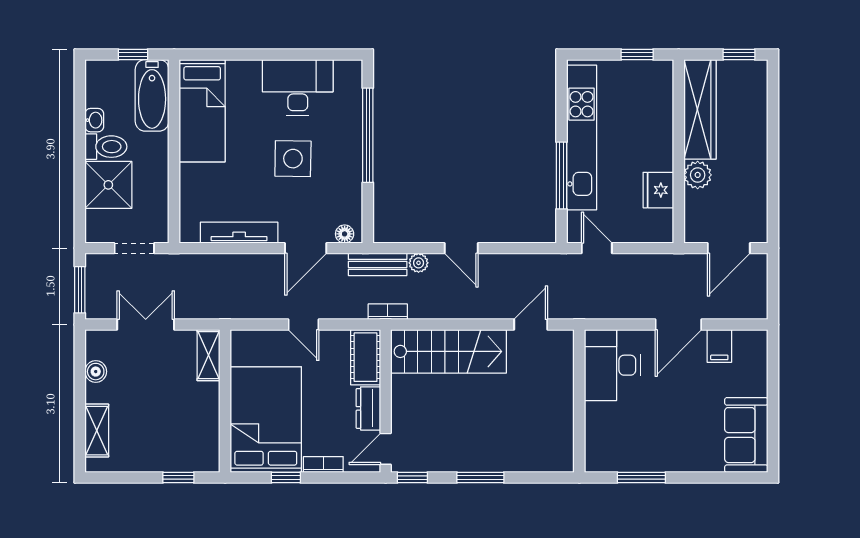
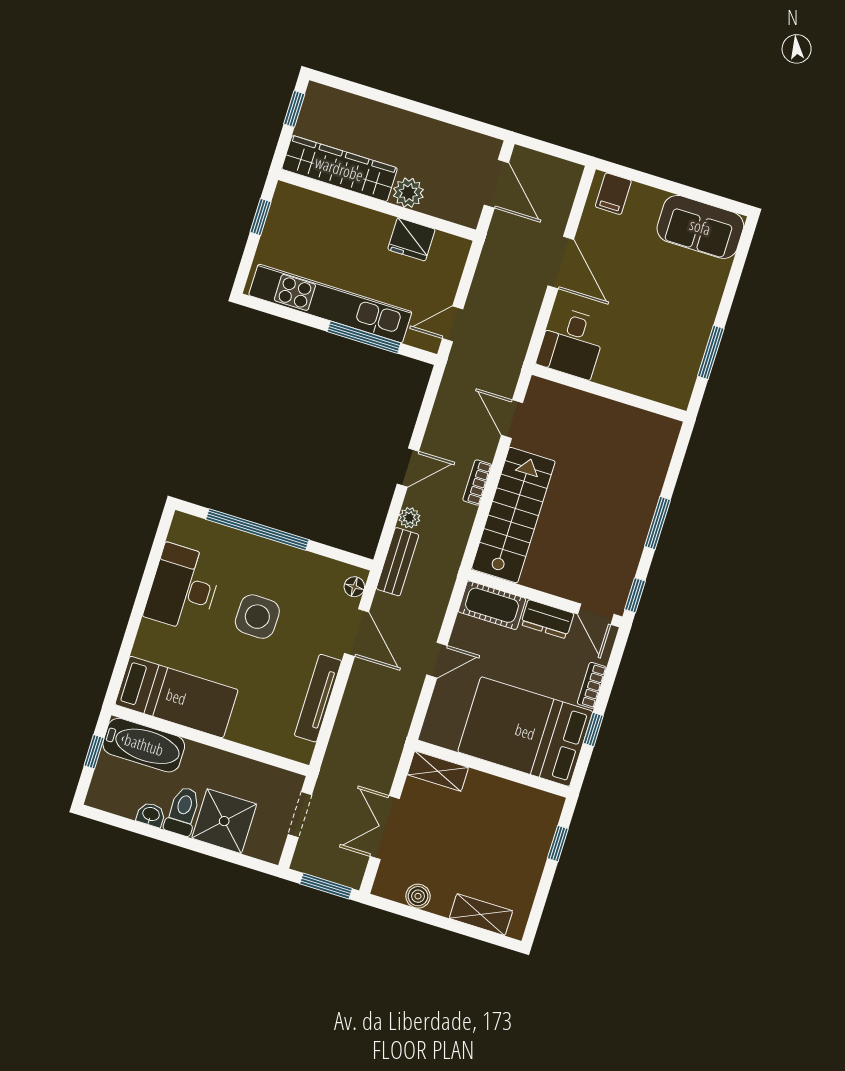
bookcase: (388, 312) -> (477, 482), moved
filing cabinet: (719, 346) -> (613, 194), moved, turned 90
desk: (612, 365) -> (572, 343), width x0.73

